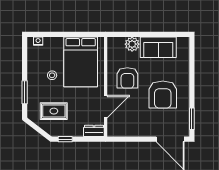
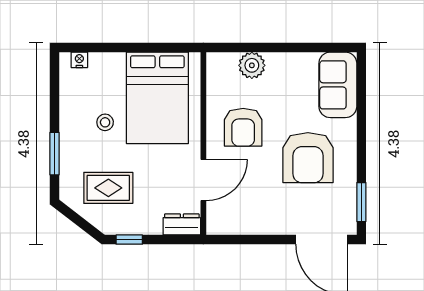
sofa: (158, 47) -> (338, 85), moved, turned 90

